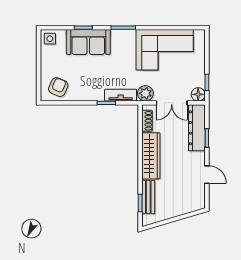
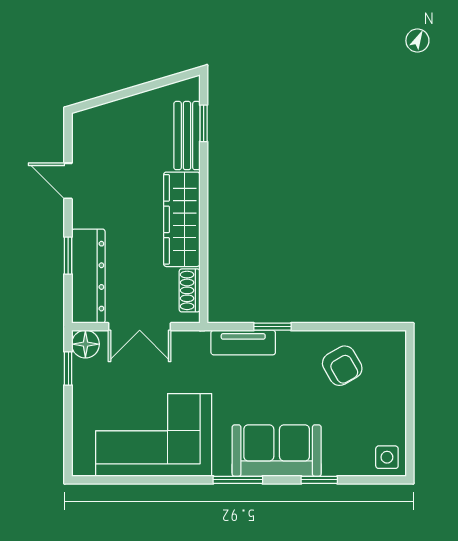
sofa: (88, 42) -> (277, 451), moved
armchair: (58, 87) -> (342, 366), moved, turned -53
plant: (145, 93) -> (193, 346), removed
double door: (172, 103) -> (140, 327), swing flipped

